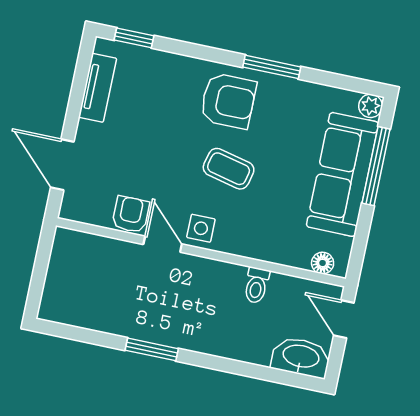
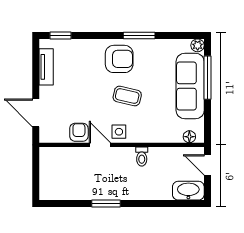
toilet: (256, 285) -> (142, 157), moved

